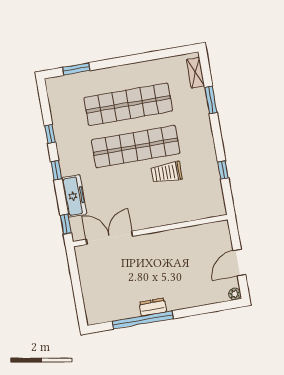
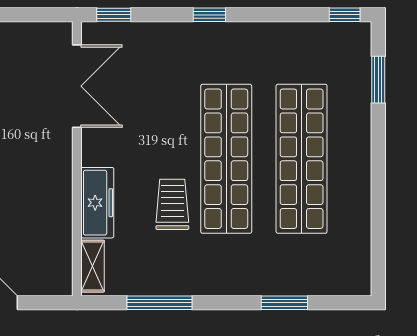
shelving: (195, 73) -> (93, 266), moved, turned 90
window: (50, 134) -> (345, 15), moved
window: (223, 170) -> (160, 303), width x2.17
freezer: (74, 196) -> (97, 203), moved, turned -90

